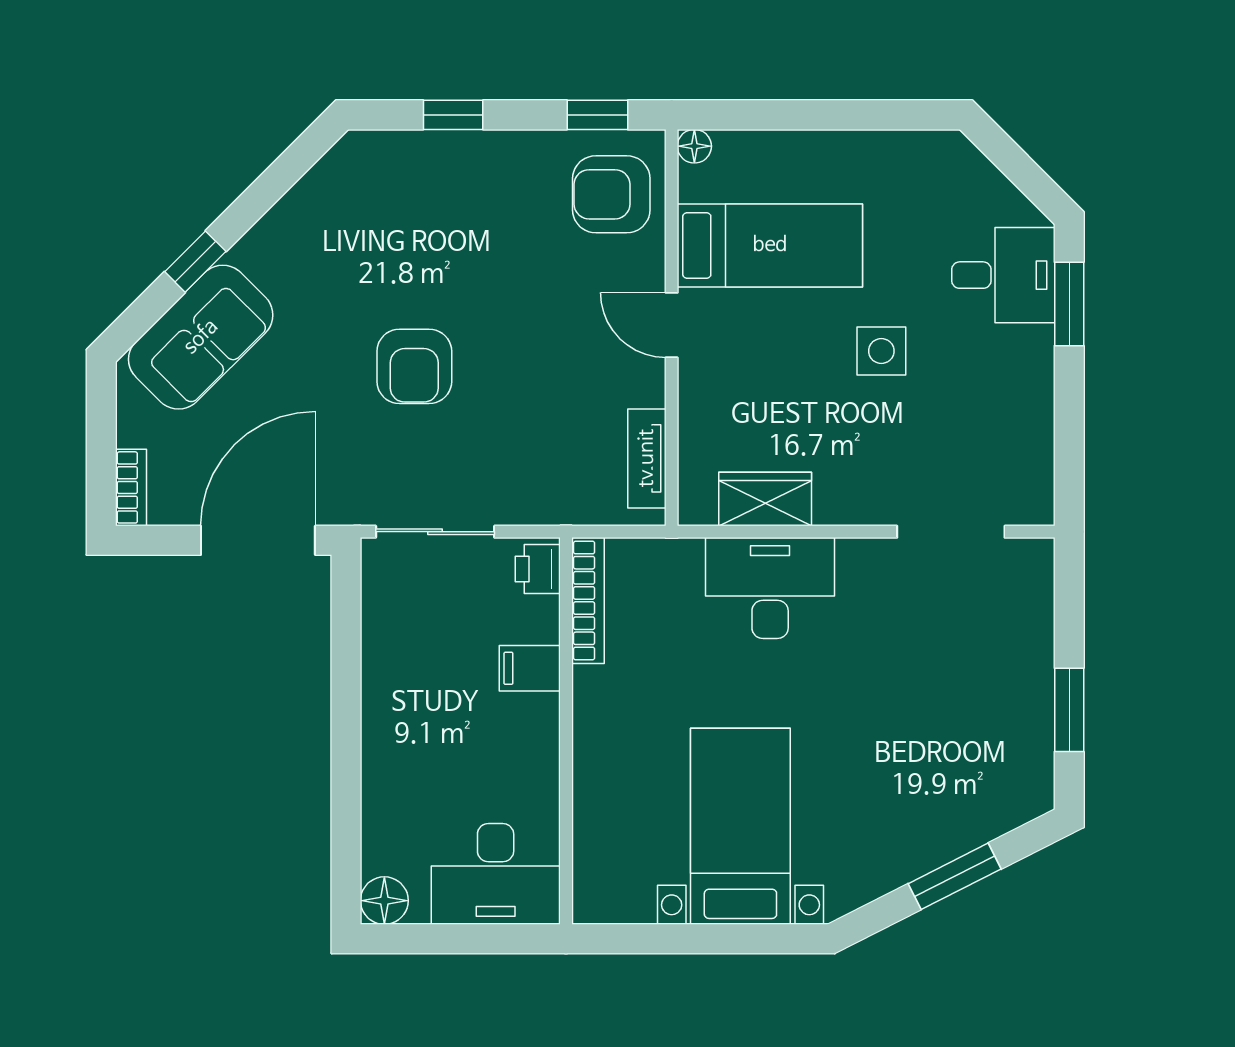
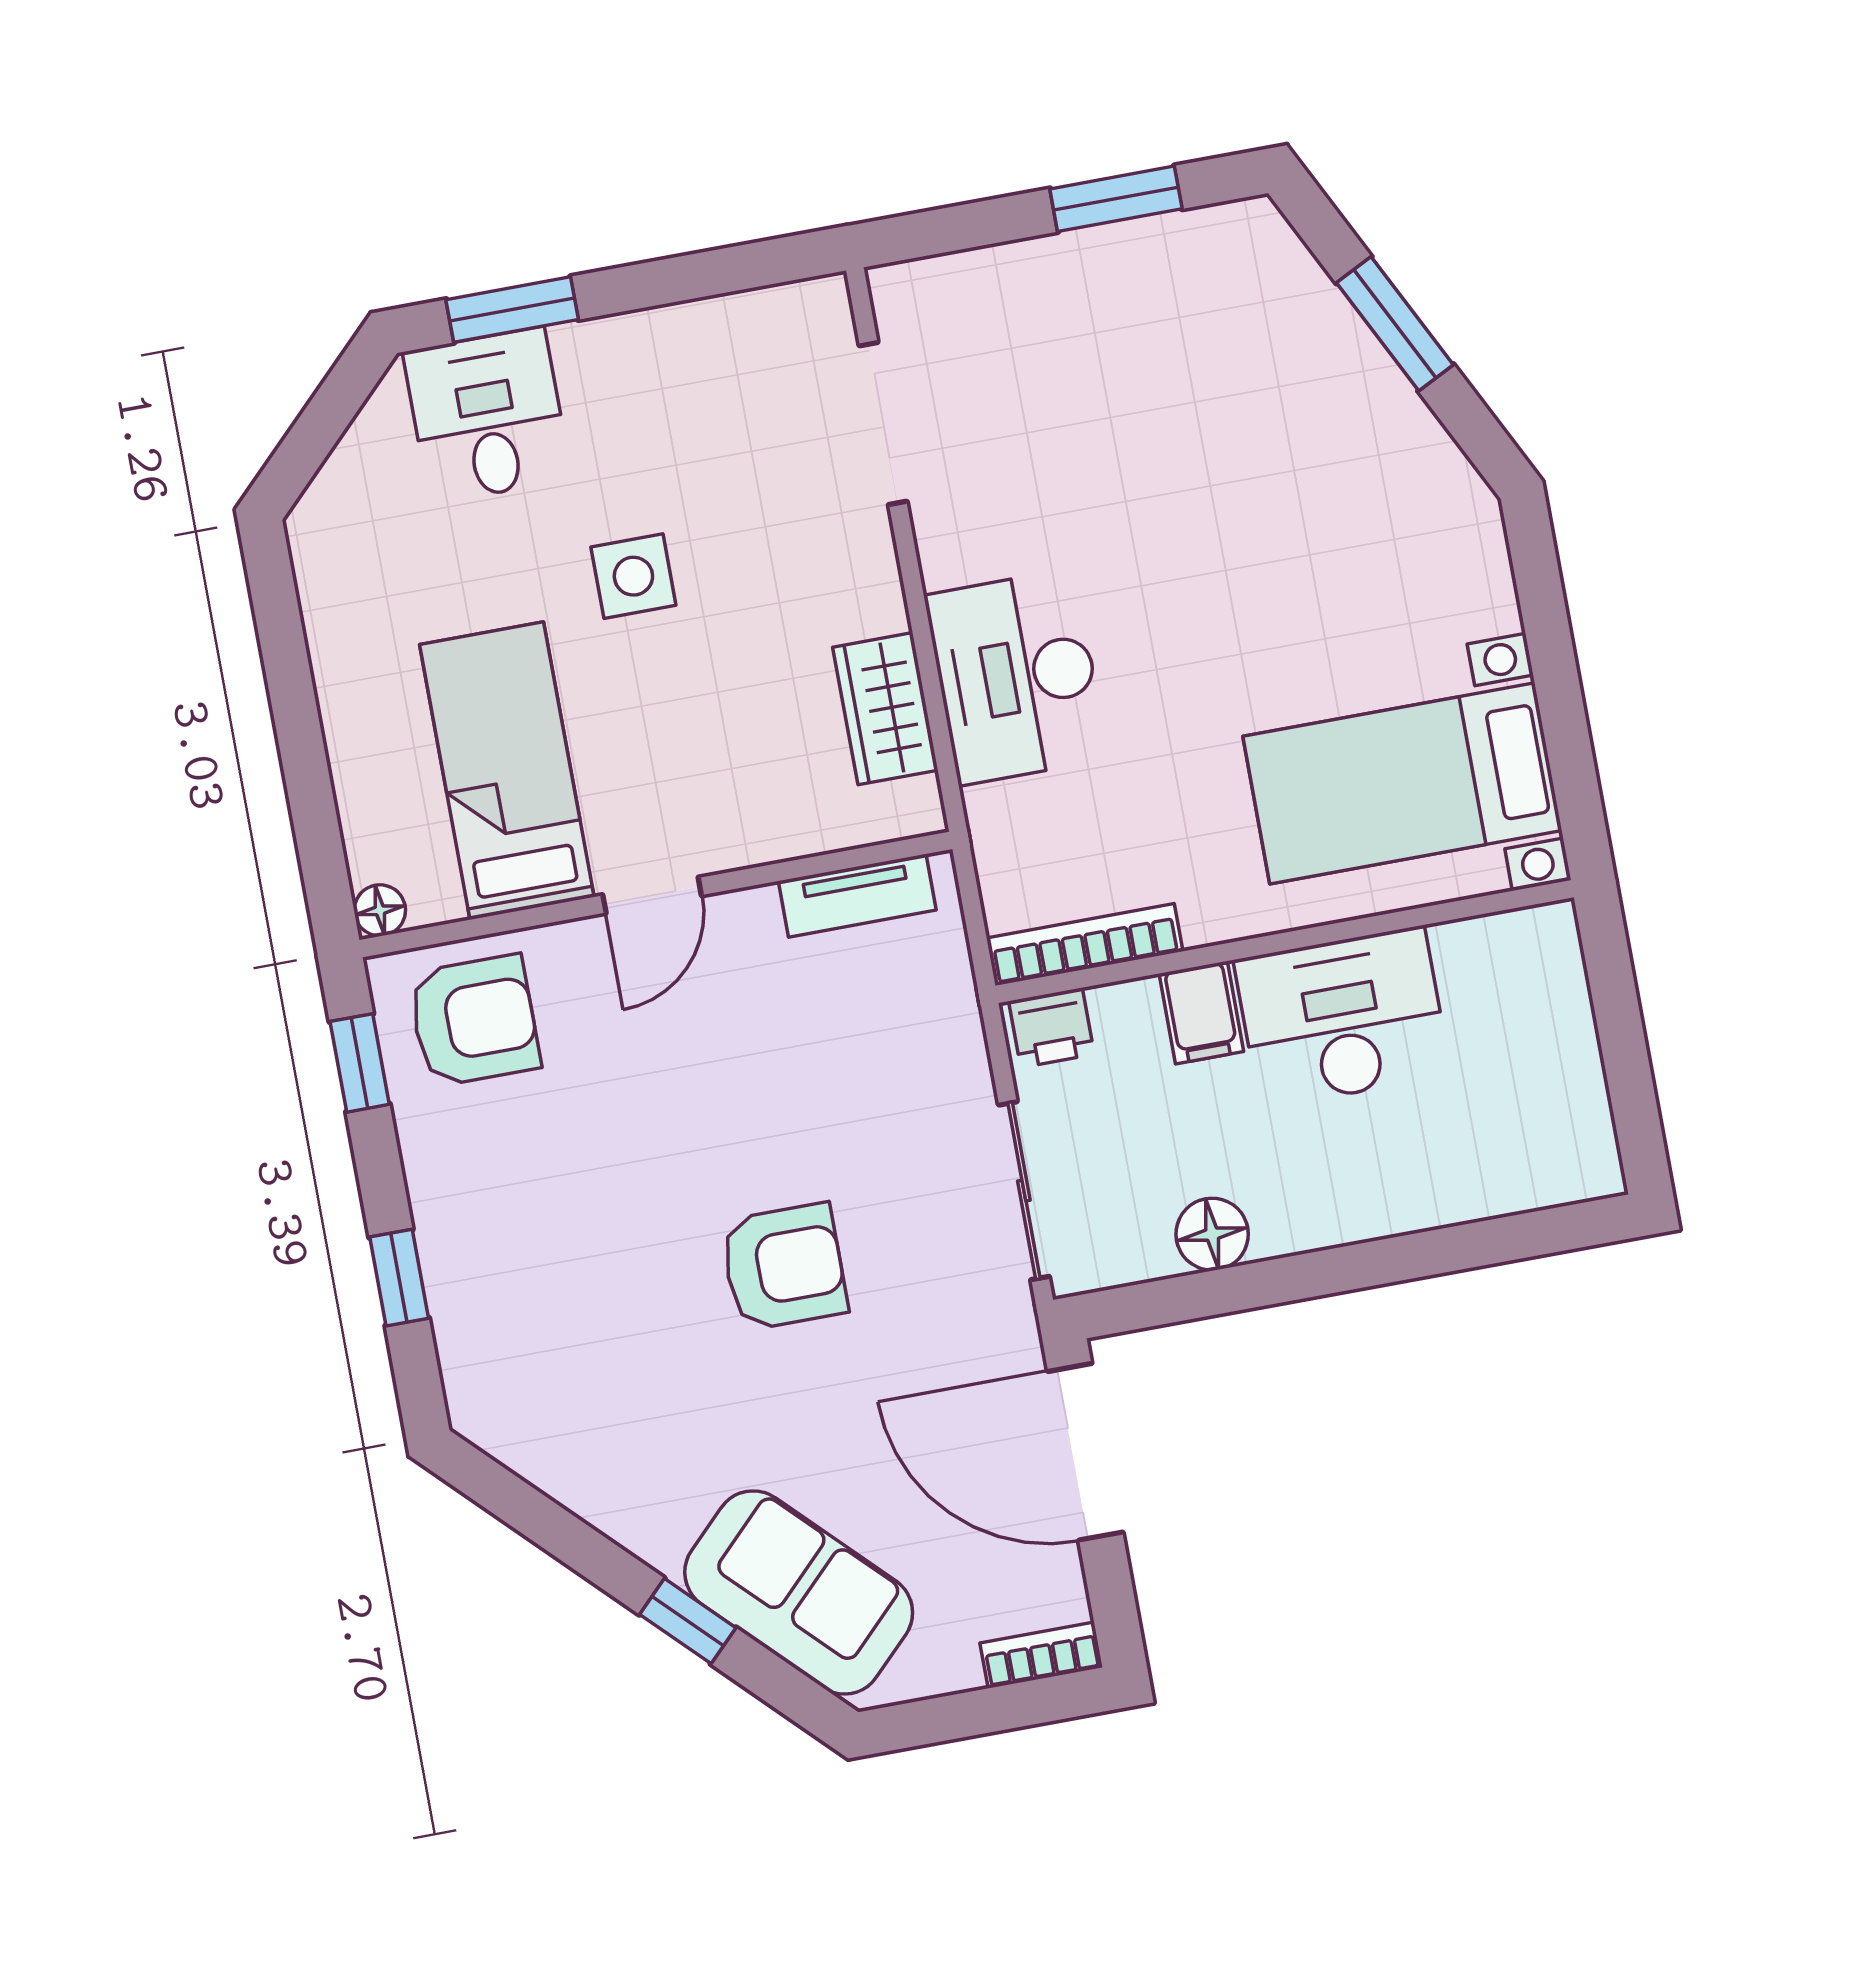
armchair: (611, 194) -> (474, 1021), turned -90
bed with nightstands: (740, 826) -> (1402, 783), moved
desk: (496, 874) -> (1342, 1018), moved, turned -90
floor lamp: (384, 901) -> (1212, 1234), moved

